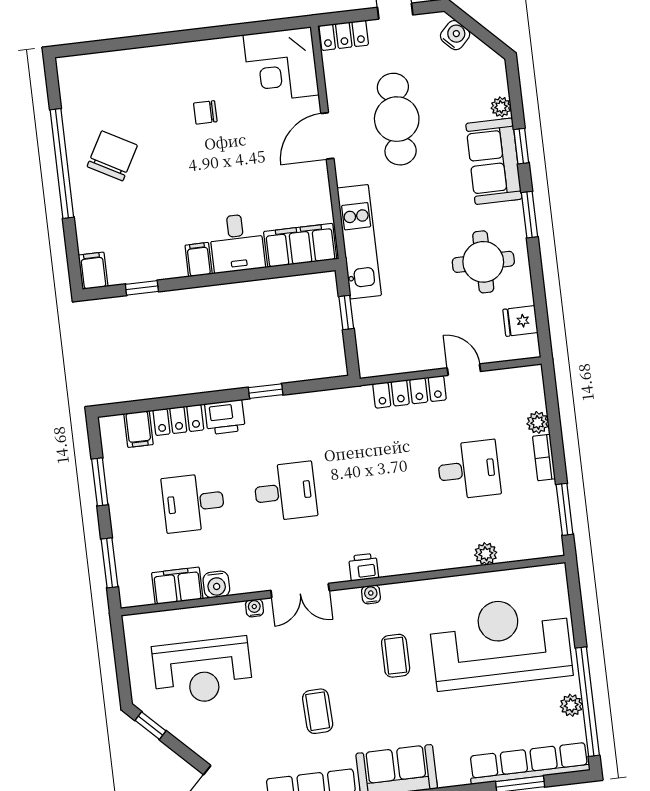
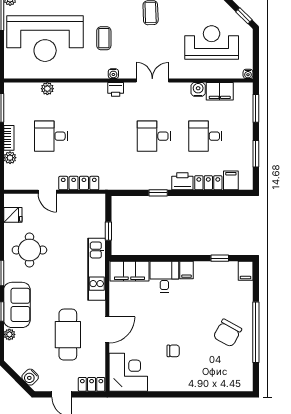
desk: (193, 503) -> (205, 136), turned 180
water cooler: (254, 608) -> (248, 74), moved

